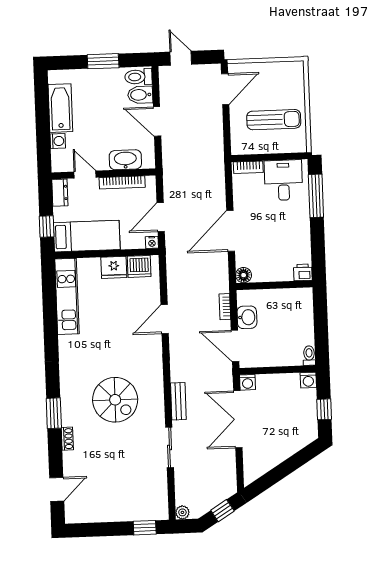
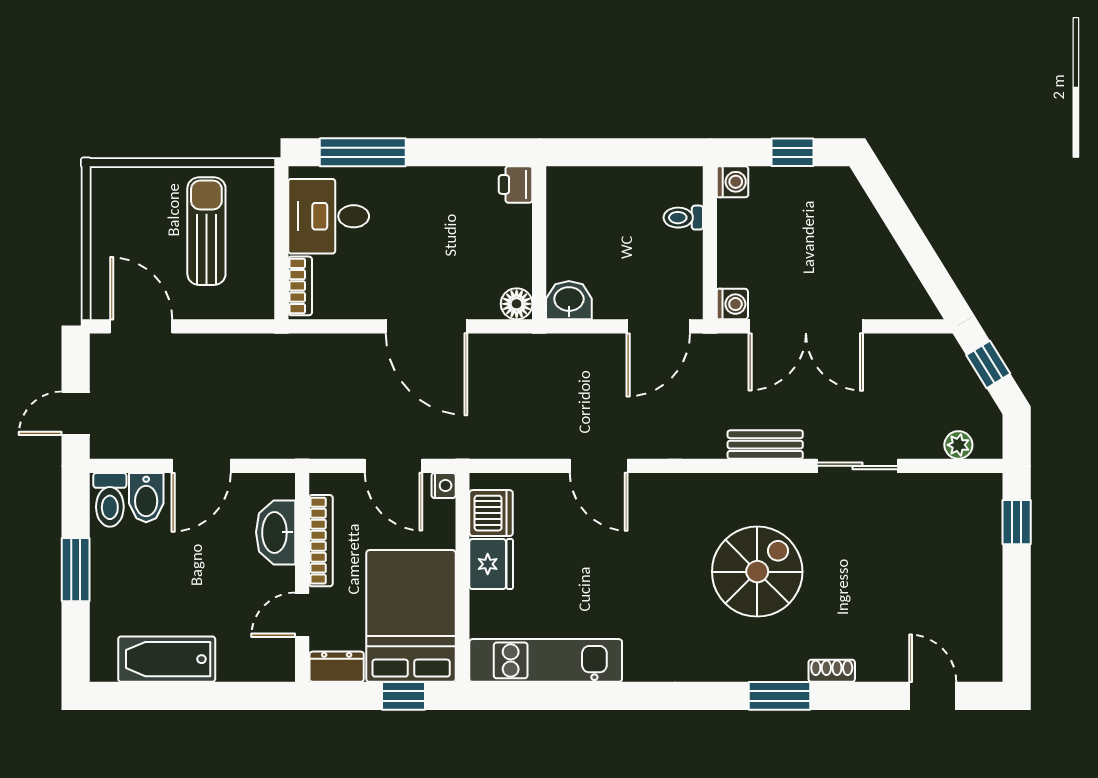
washing machine: (58, 141) -> (233, 667), removed
bed: (87, 236) -> (411, 616), width x1.50
bookcase: (225, 307) -> (578, 344), removed
washbasin: (247, 317) -> (569, 300), moved
toilet: (309, 356) -> (683, 218), moved
plant: (182, 512) -> (958, 445), moved

